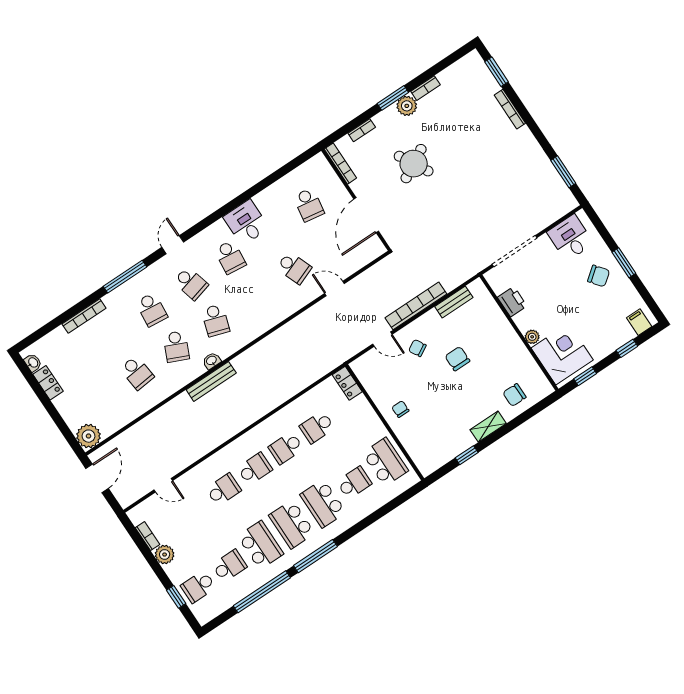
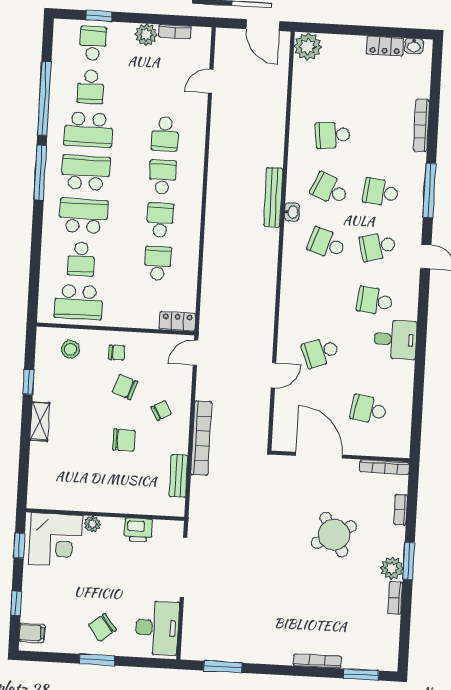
desk: (570, 238) -> (157, 628), width x1.37
door: (382, 339) -> (195, 353), moved
chair: (514, 395) -> (125, 387), moved, turned -71
stool: (422, 443) -> (70, 349), added
school desk: (255, 469) -> (163, 177), turned 180

